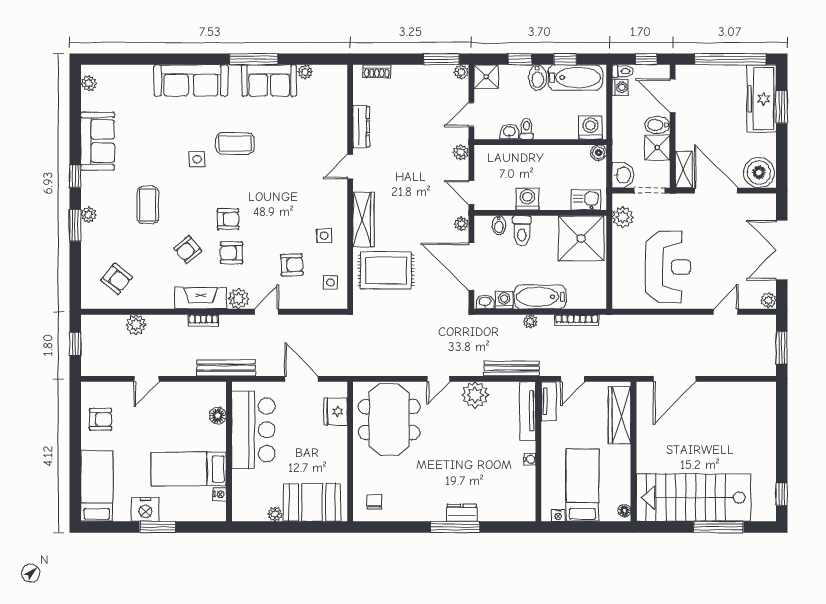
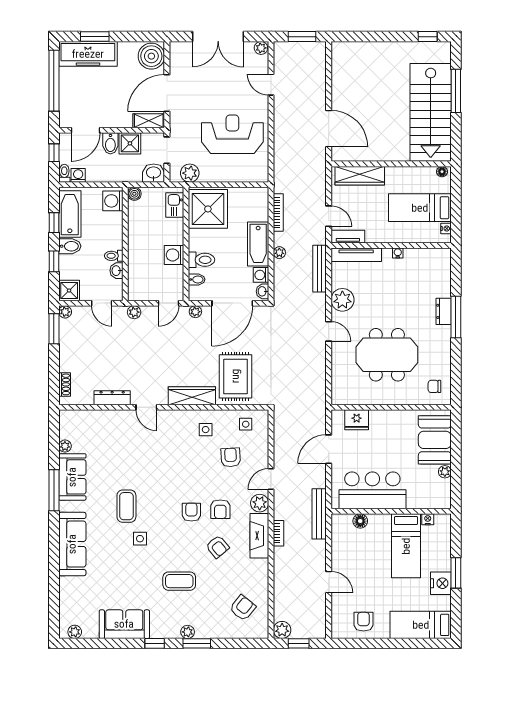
door: (267, 312) -> (271, 479), hinge flipped
plant: (136, 325) -> (282, 630), moved
meeting table: (389, 420) -> (387, 355), moved

